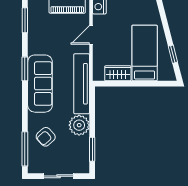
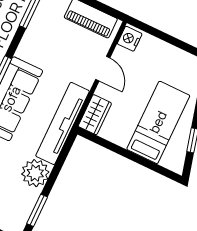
door: (91, 35) -> (103, 69), swing flipped
wardrobe: (118, 73) -> (95, 115), moved, turned 90

